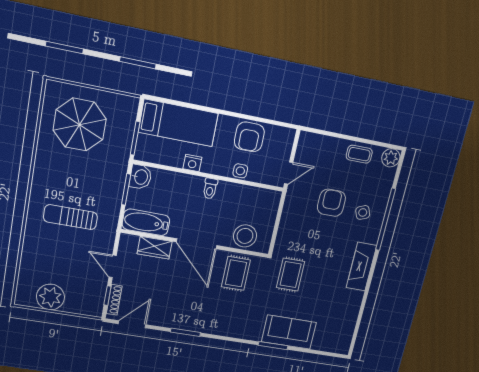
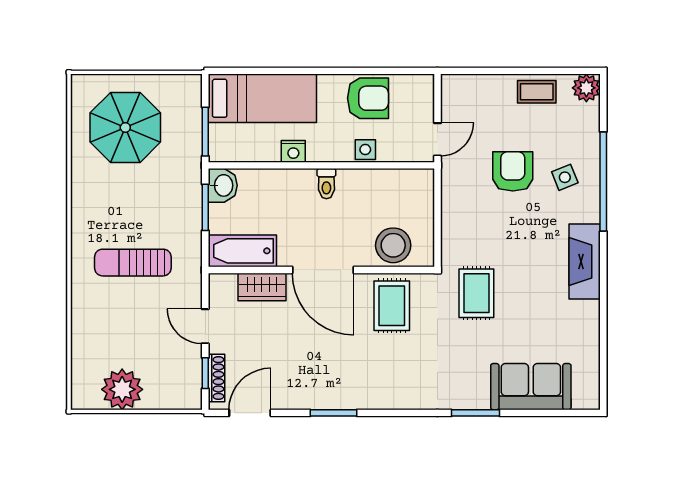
armchair: (249, 137) -> (368, 98), turned -90
sofa: (289, 332) -> (531, 387), moved

